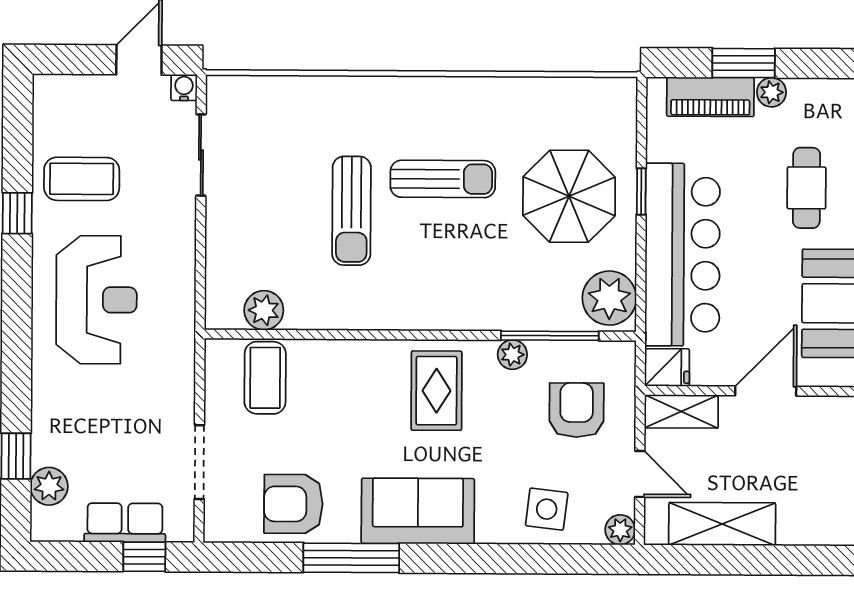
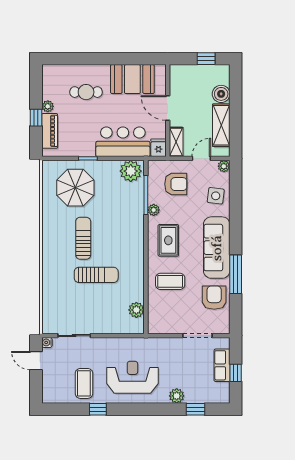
window: (744, 63) -> (36, 118), width x0.67
parasol: (569, 196) -> (75, 188), moved
bar counter: (682, 255) -> (123, 142), width x0.73
coffee table: (265, 378) -> (170, 281), moved
rug: (436, 391) -> (168, 240), turned 90
armchair: (577, 410) -> (176, 184), turned 180
plant: (49, 486) -> (177, 396), moved
armchair: (293, 504) -> (214, 298), turned 180
sofa: (418, 511) -> (217, 248), width x1.36
boiler: (800, 524) -> (221, 94), added
window: (144, 557) -> (236, 373), moved

